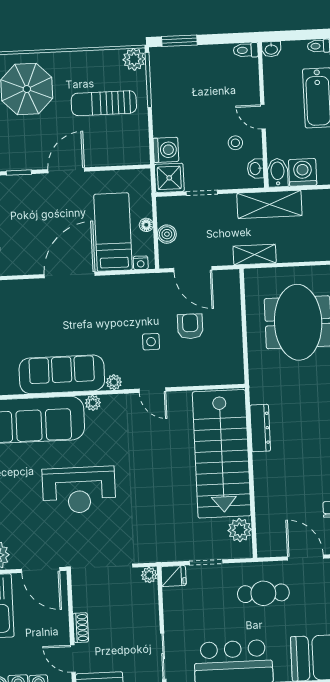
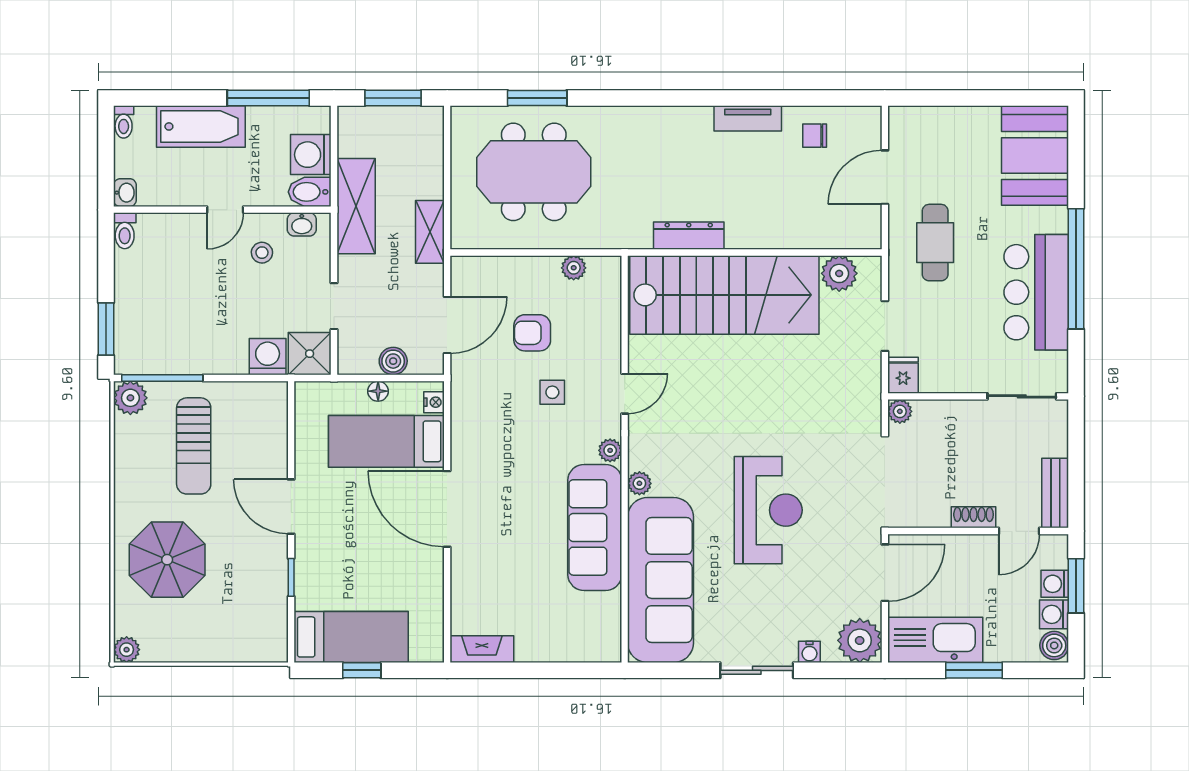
plant: (235, 352) -> (574, 268), added

